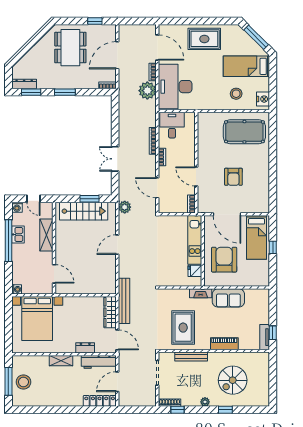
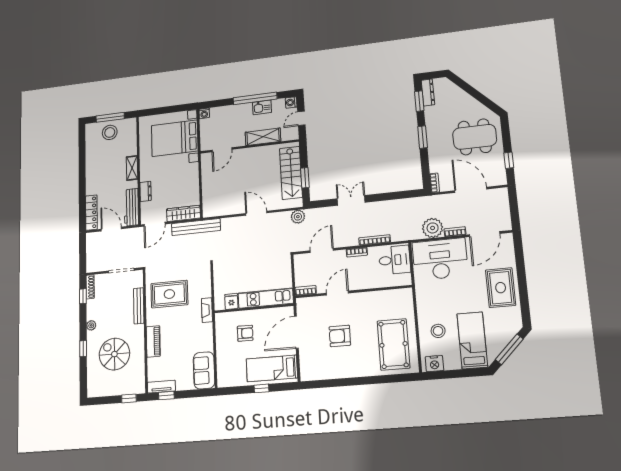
armchair: (224, 260) -> (245, 333), width x0.53, depth x0.53
sofa: (228, 298) -> (204, 370), moved
window: (273, 367) -> (129, 398), added

